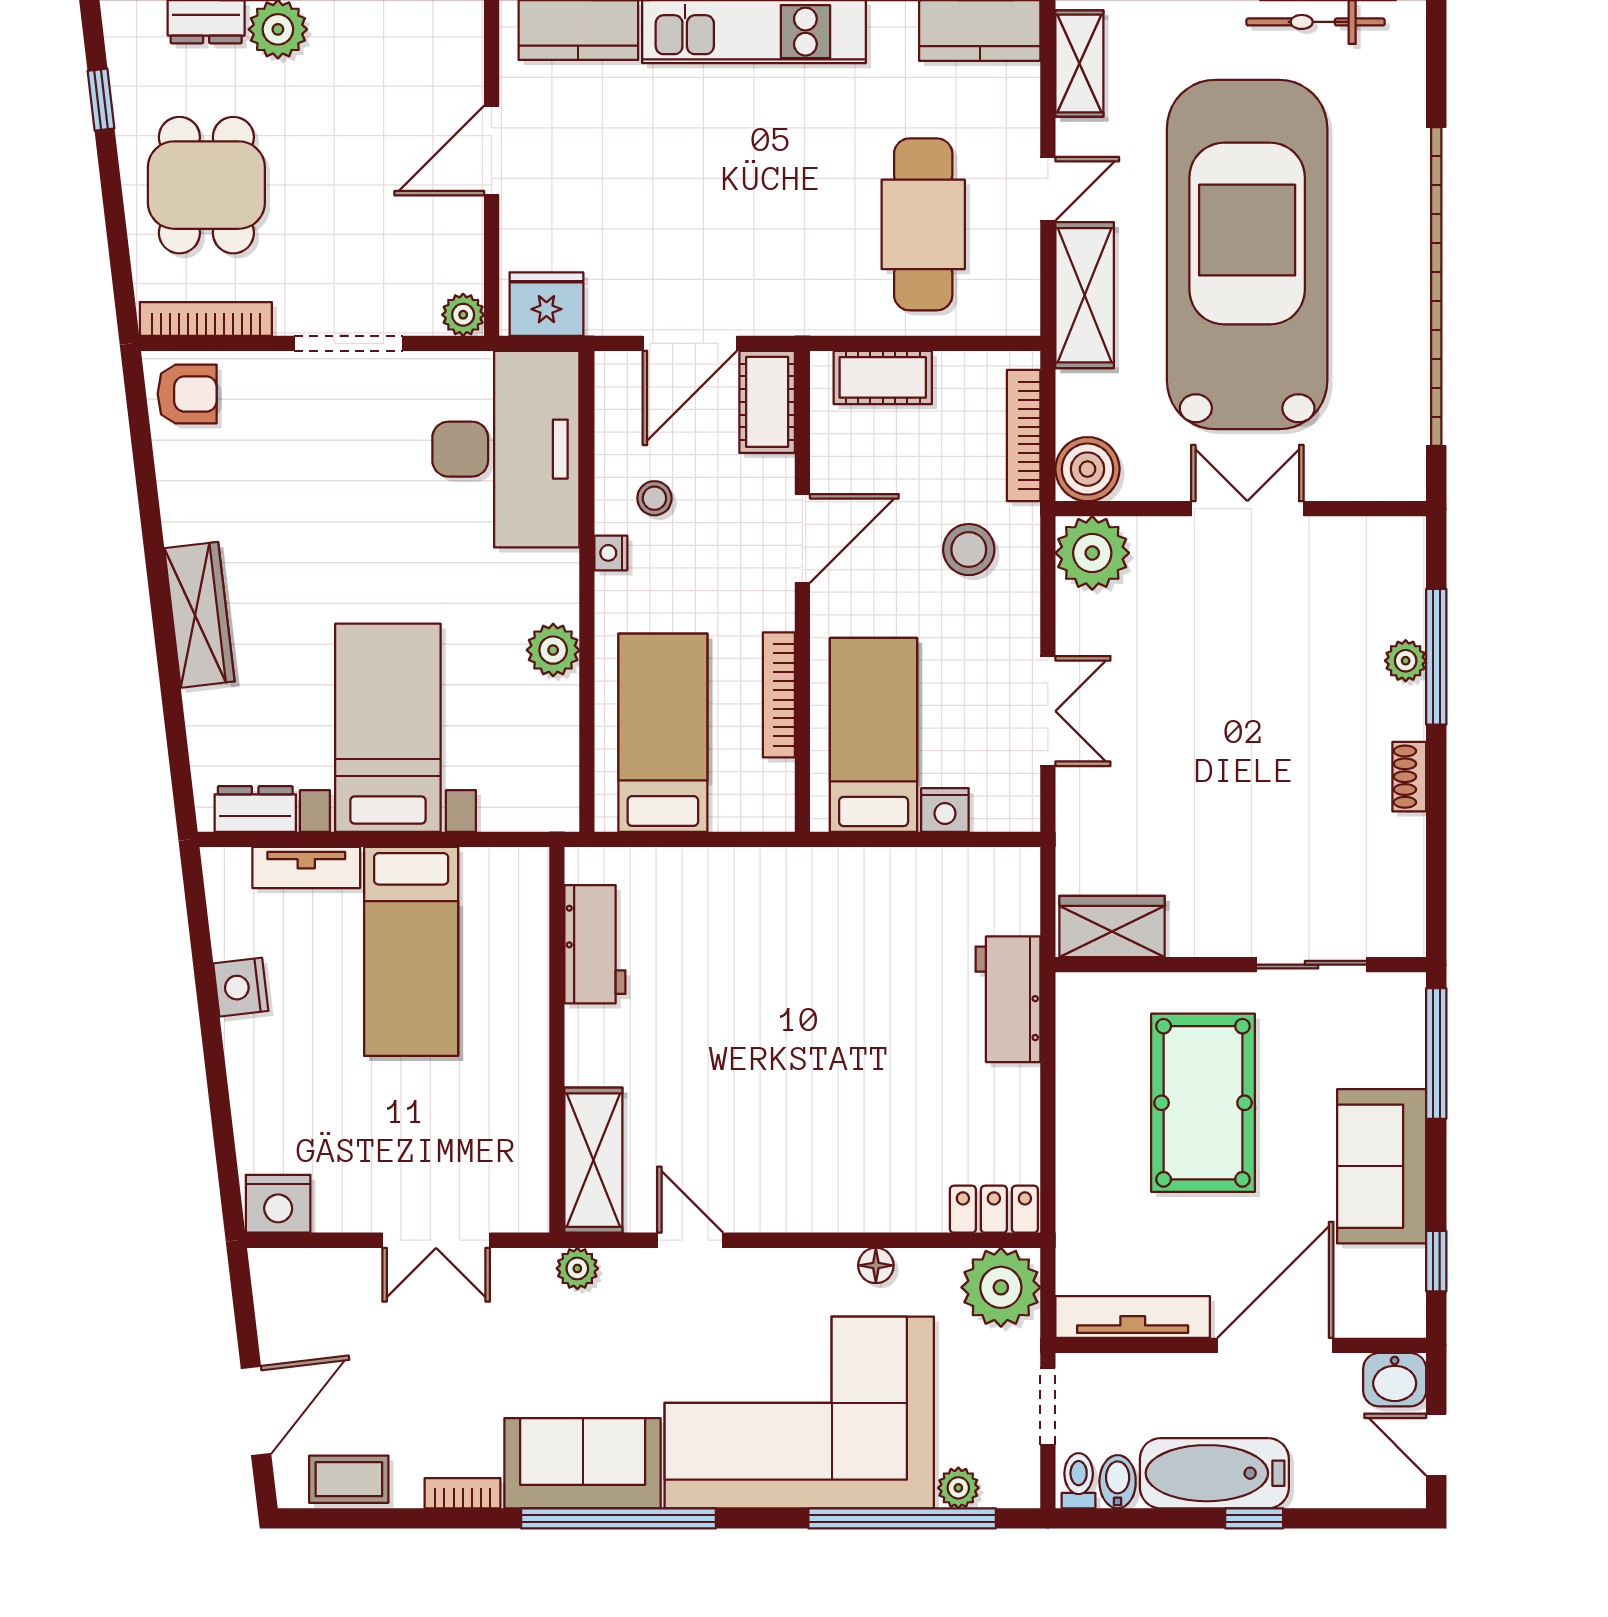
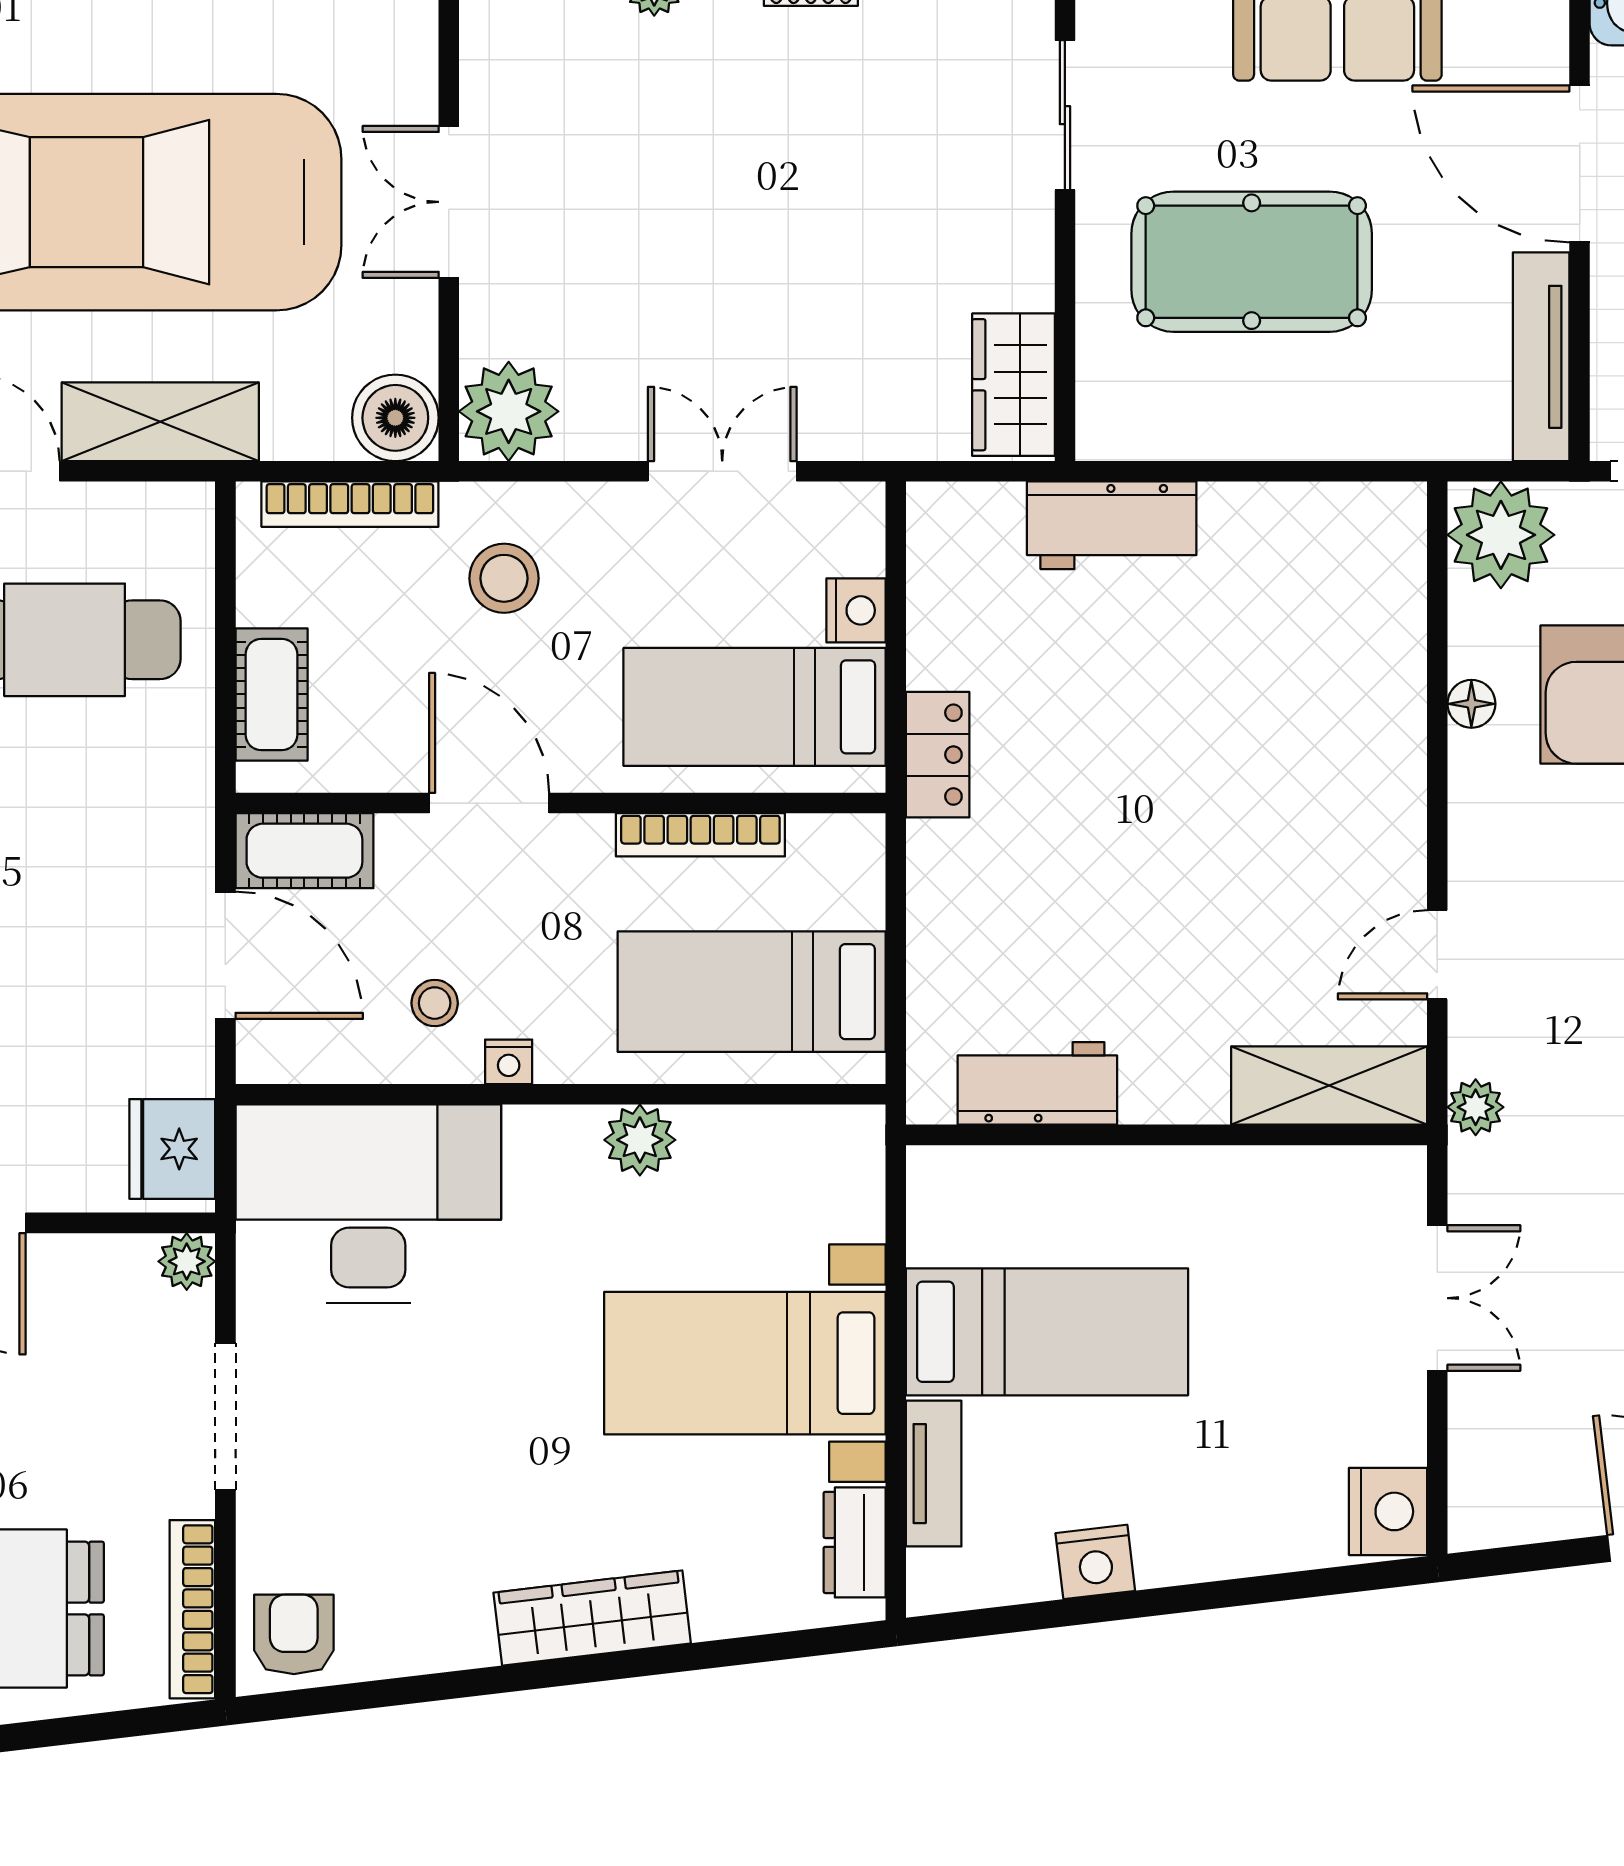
locker: (994, 1209) -> (938, 755), moved, turned 180

